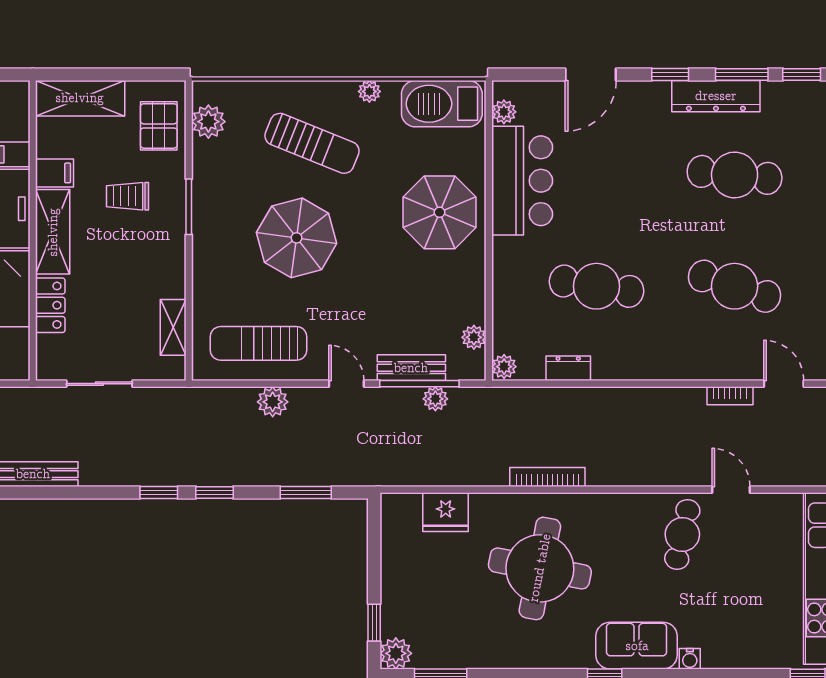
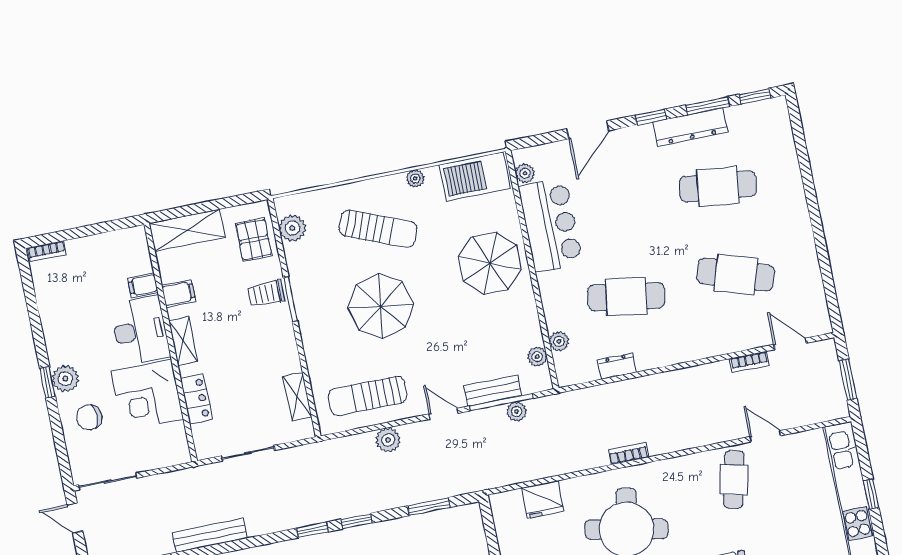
trolley: (128, 196) -> (266, 293), moved
shelving: (53, 232) -> (183, 341), width x0.67, depth x0.75
plant: (504, 367) -> (559, 341), moved
bookcase: (547, 477) -> (628, 453), width x0.64

